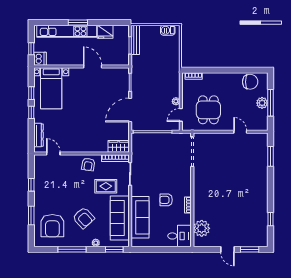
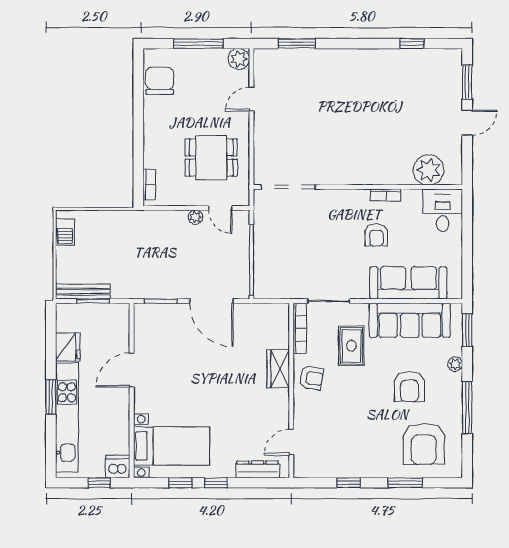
plant: (262, 103) -> (239, 59), moved
wardrobe: (119, 146) -> (278, 369), moved
armchair: (84, 218) -> (409, 387), turned 133
armchair: (52, 226) -> (424, 444), turned 90

